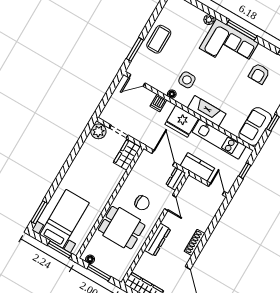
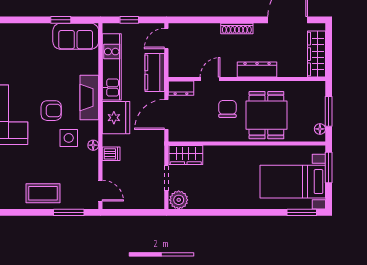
armchair: (259, 74) -> (51, 111), moved

